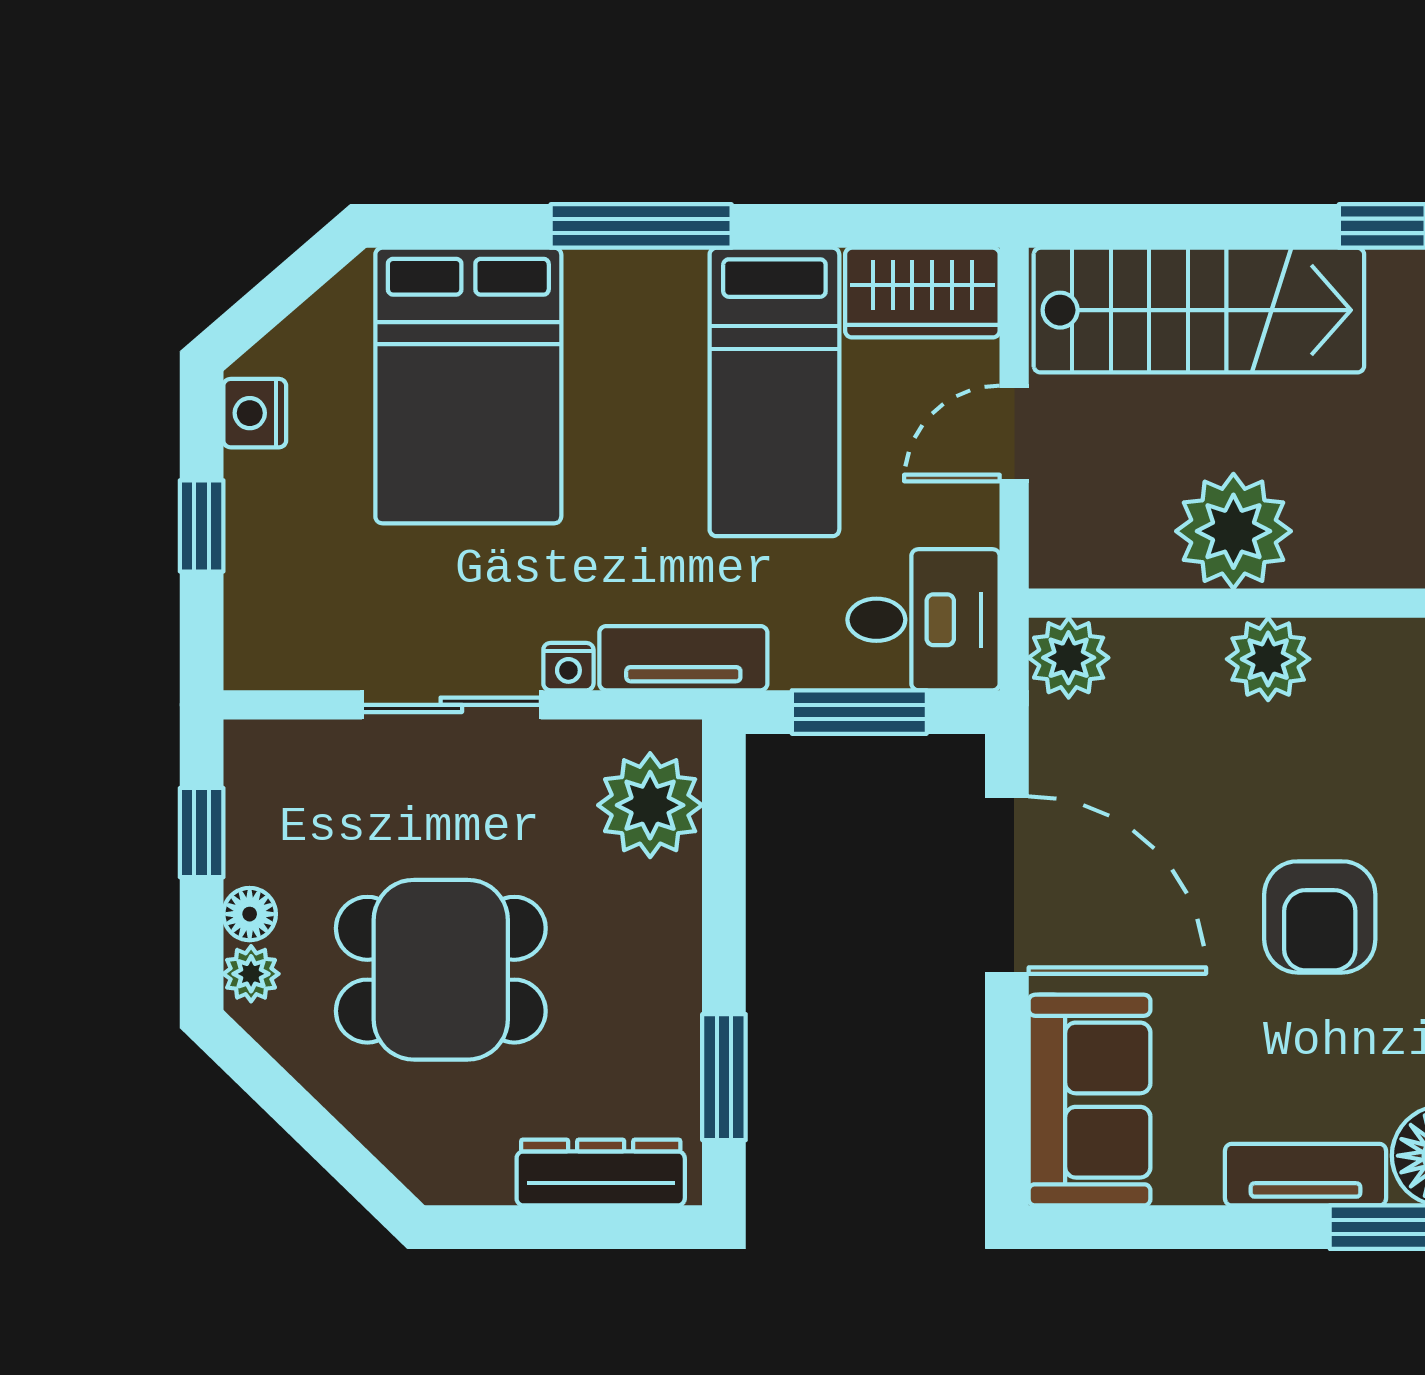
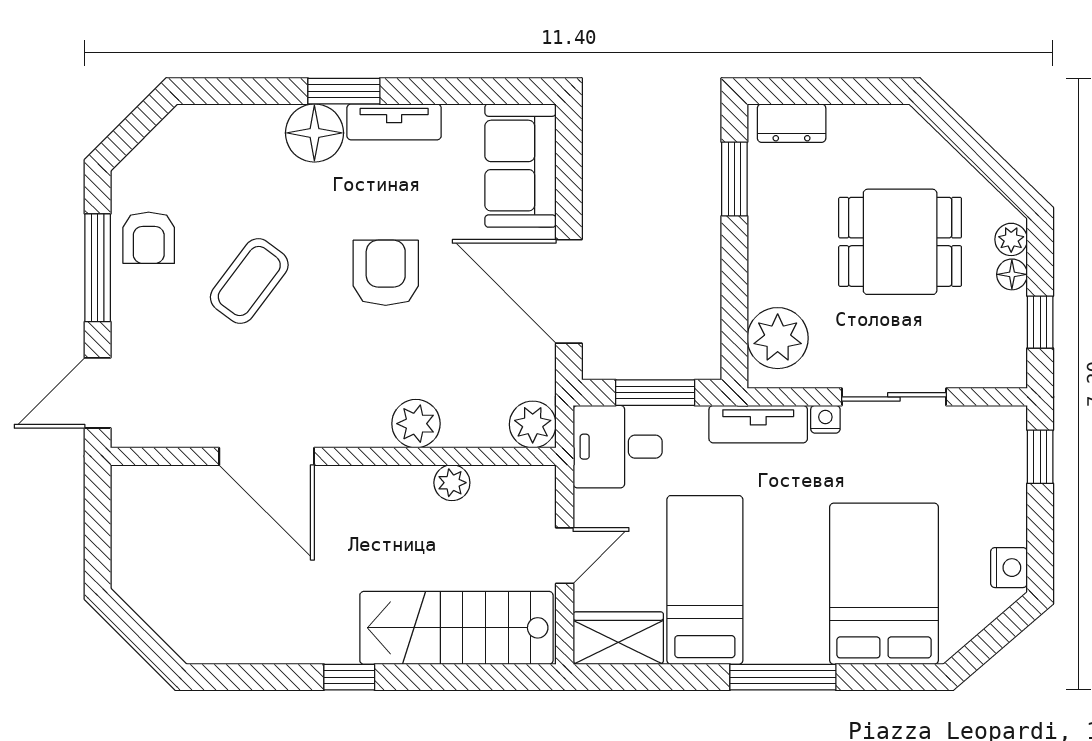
window: (202, 526) -> (1040, 457), moved
plant: (1233, 531) -> (452, 483), width x0.53, depth x0.53
dresser: (601, 1172) -> (792, 123), width x0.70

